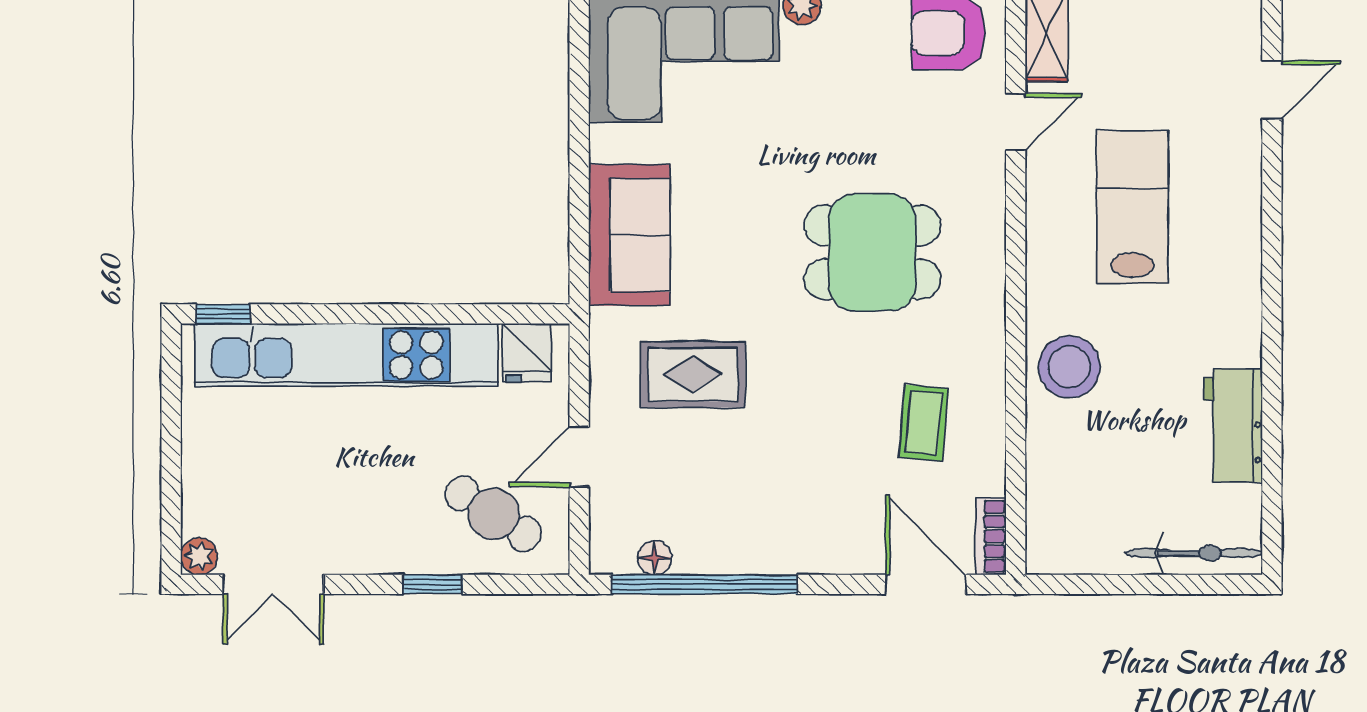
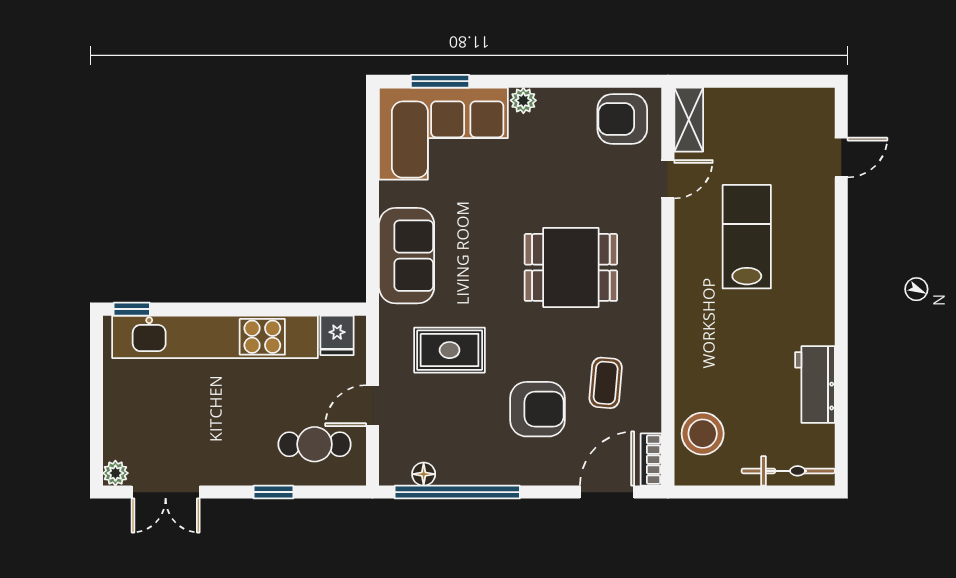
stool: (1069, 367) -> (703, 434), moved
armchair: (823, 462) -> (537, 409), added
cafe table: (493, 514) -> (315, 444), turned -33
door: (926, 584) -> (607, 492), hinge flipped

